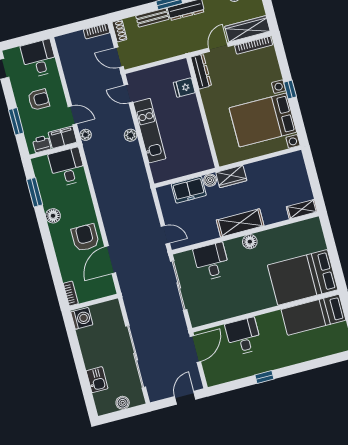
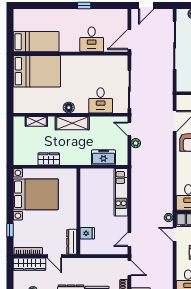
door: (218, 47) -> (54, 256), hinge flipped
window: (290, 89) -> (10, 230), moved
door: (128, 94) -> (129, 239), swing flipped
kitchen unit: (150, 131) -> (121, 192), moved
plant: (131, 135) -> (136, 143), moved
wardrobe: (231, 176) -> (49, 159), moved
boiler: (210, 180) -> (86, 160), removed
shelving: (302, 209) -> (36, 121), moved

